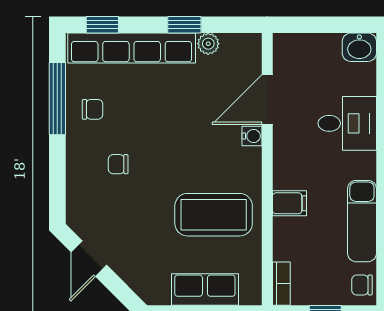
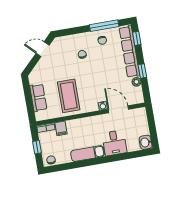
filing cabinet: (290, 203) -> (61, 128), moved
exam couch: (362, 221) -> (88, 154), moved

